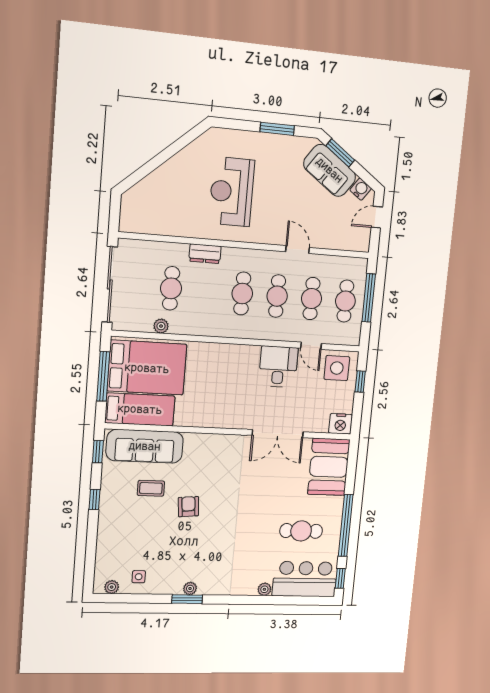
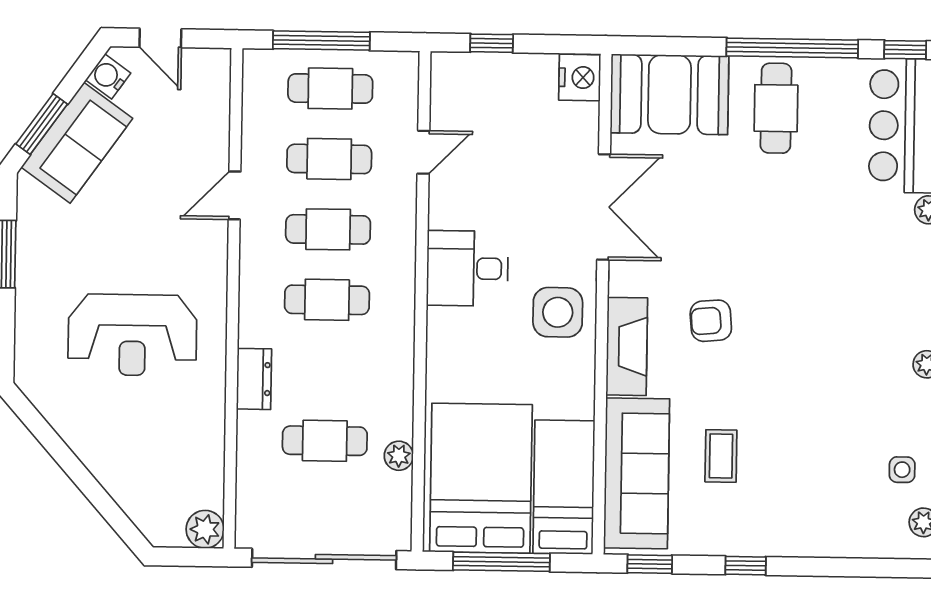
plant: (129, 223) -> (205, 529), added
desk: (278, 367) -> (467, 268), moved
side table: (337, 368) -> (558, 312), moved
fireplace: (209, 443) -> (627, 346), added
armchair: (188, 507) -> (711, 321), moved
cafe table: (301, 531) -> (776, 108), moved

